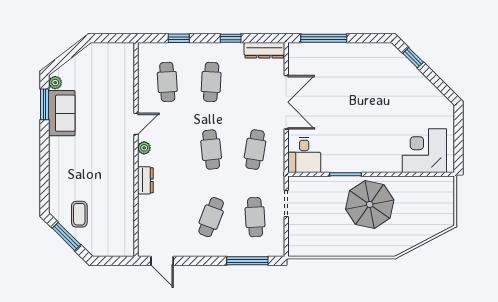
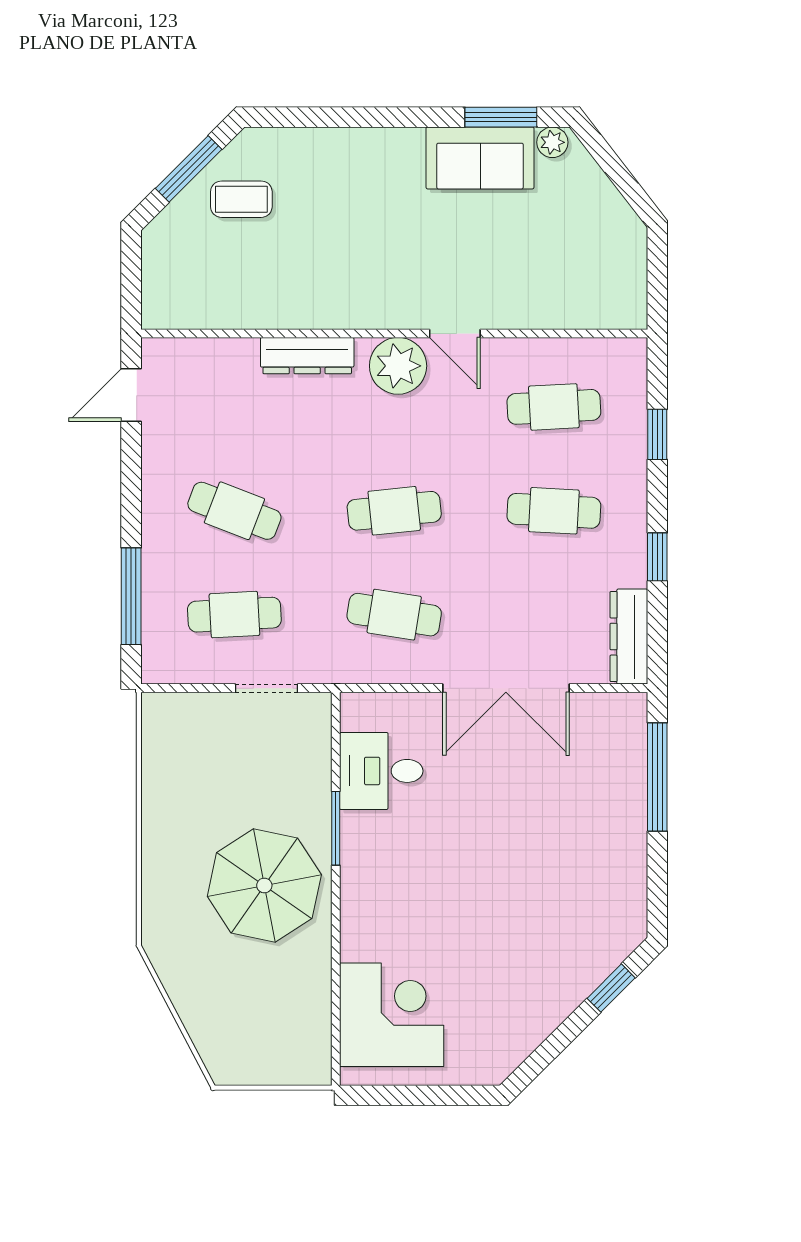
plant: (144, 148) -> (398, 366), width x1.87, depth x1.87
desk: (304, 155) -> (381, 771), moved
dresser: (145, 180) -> (307, 356), width x1.44

